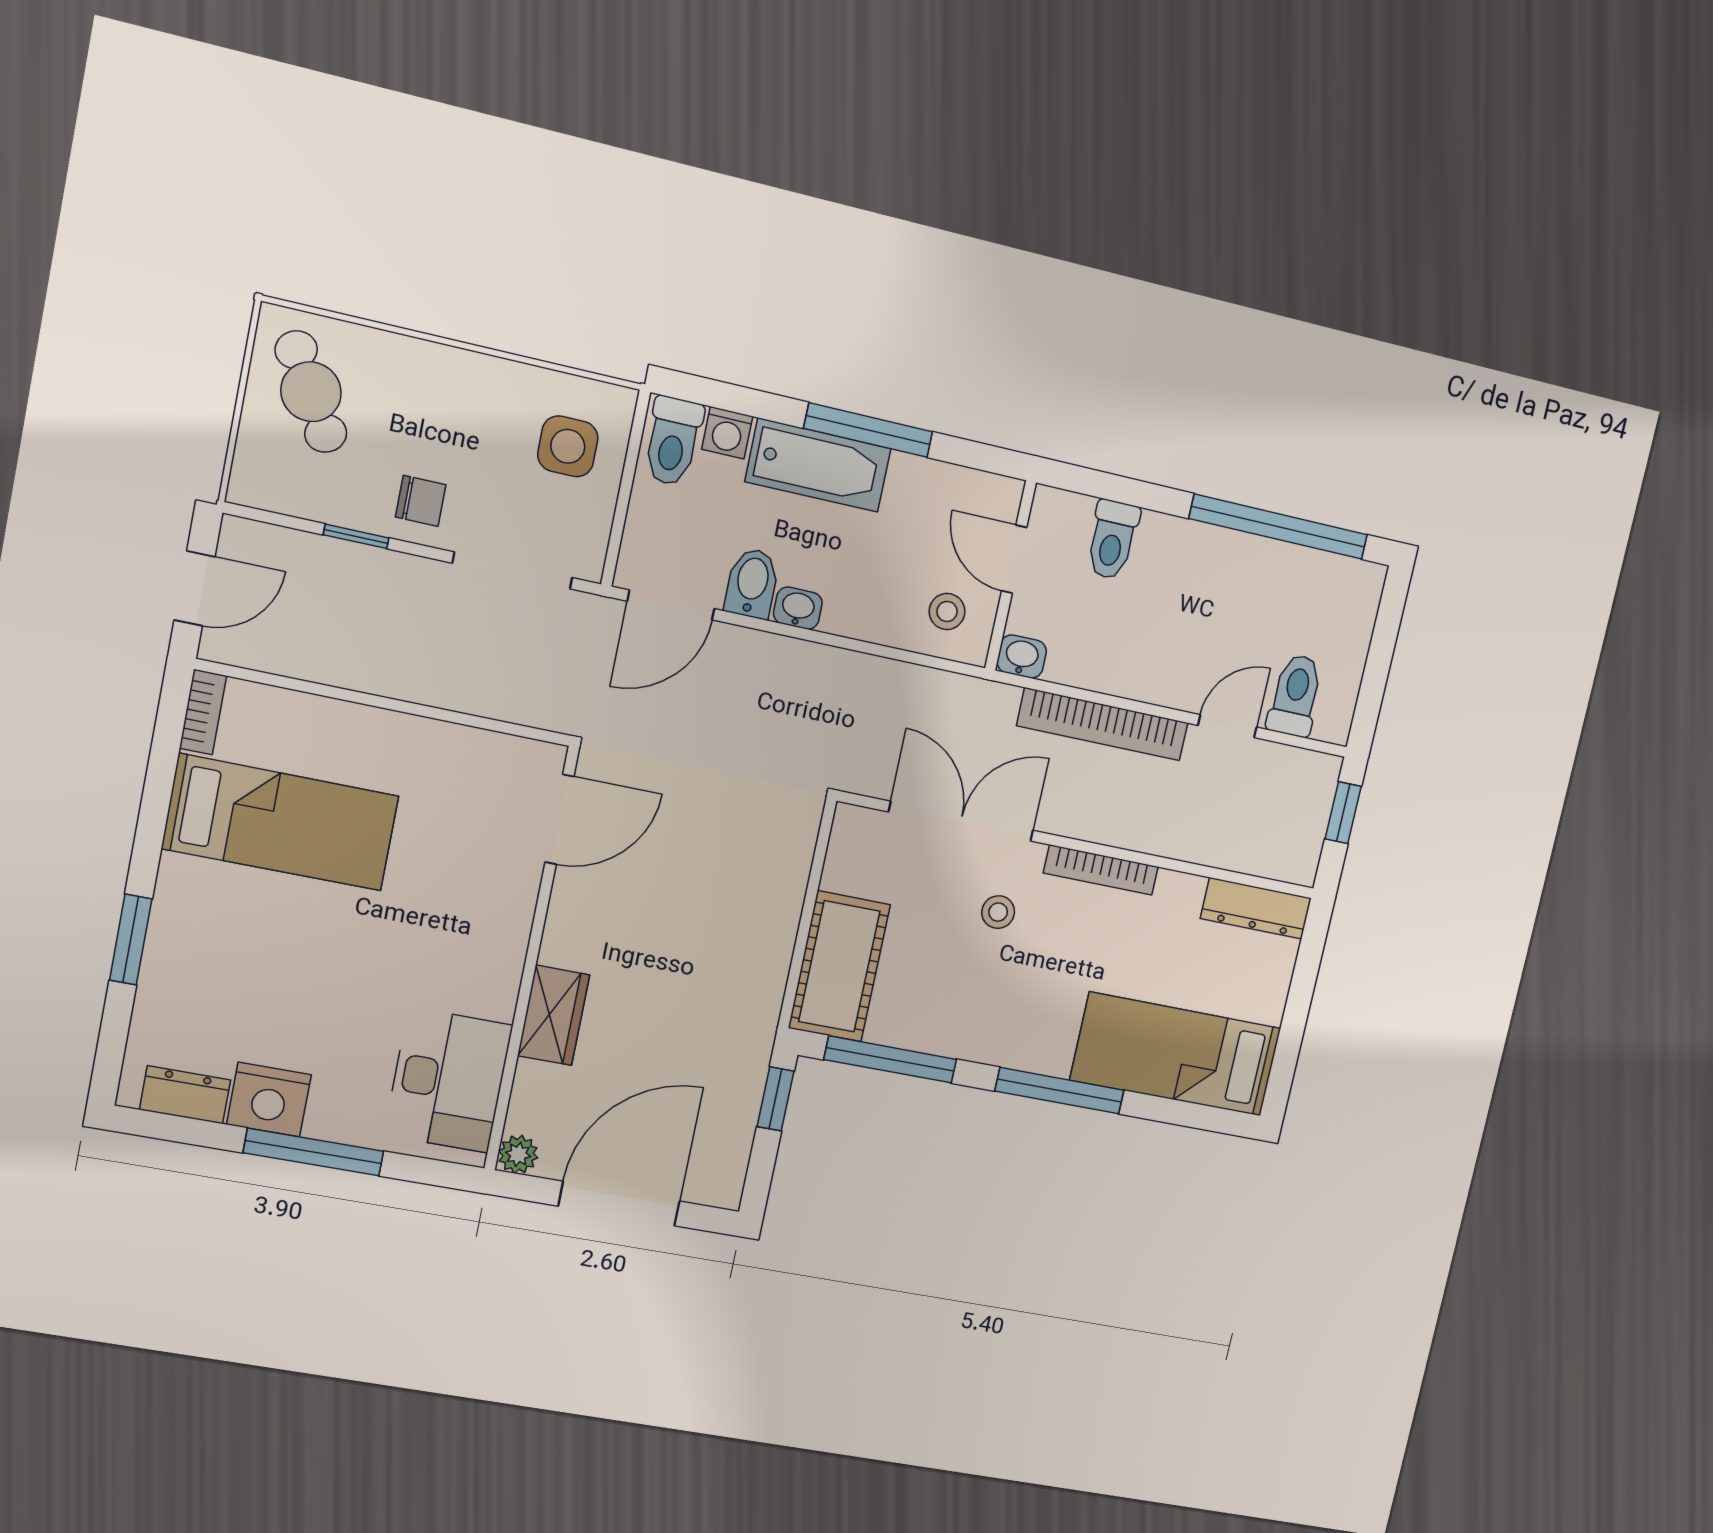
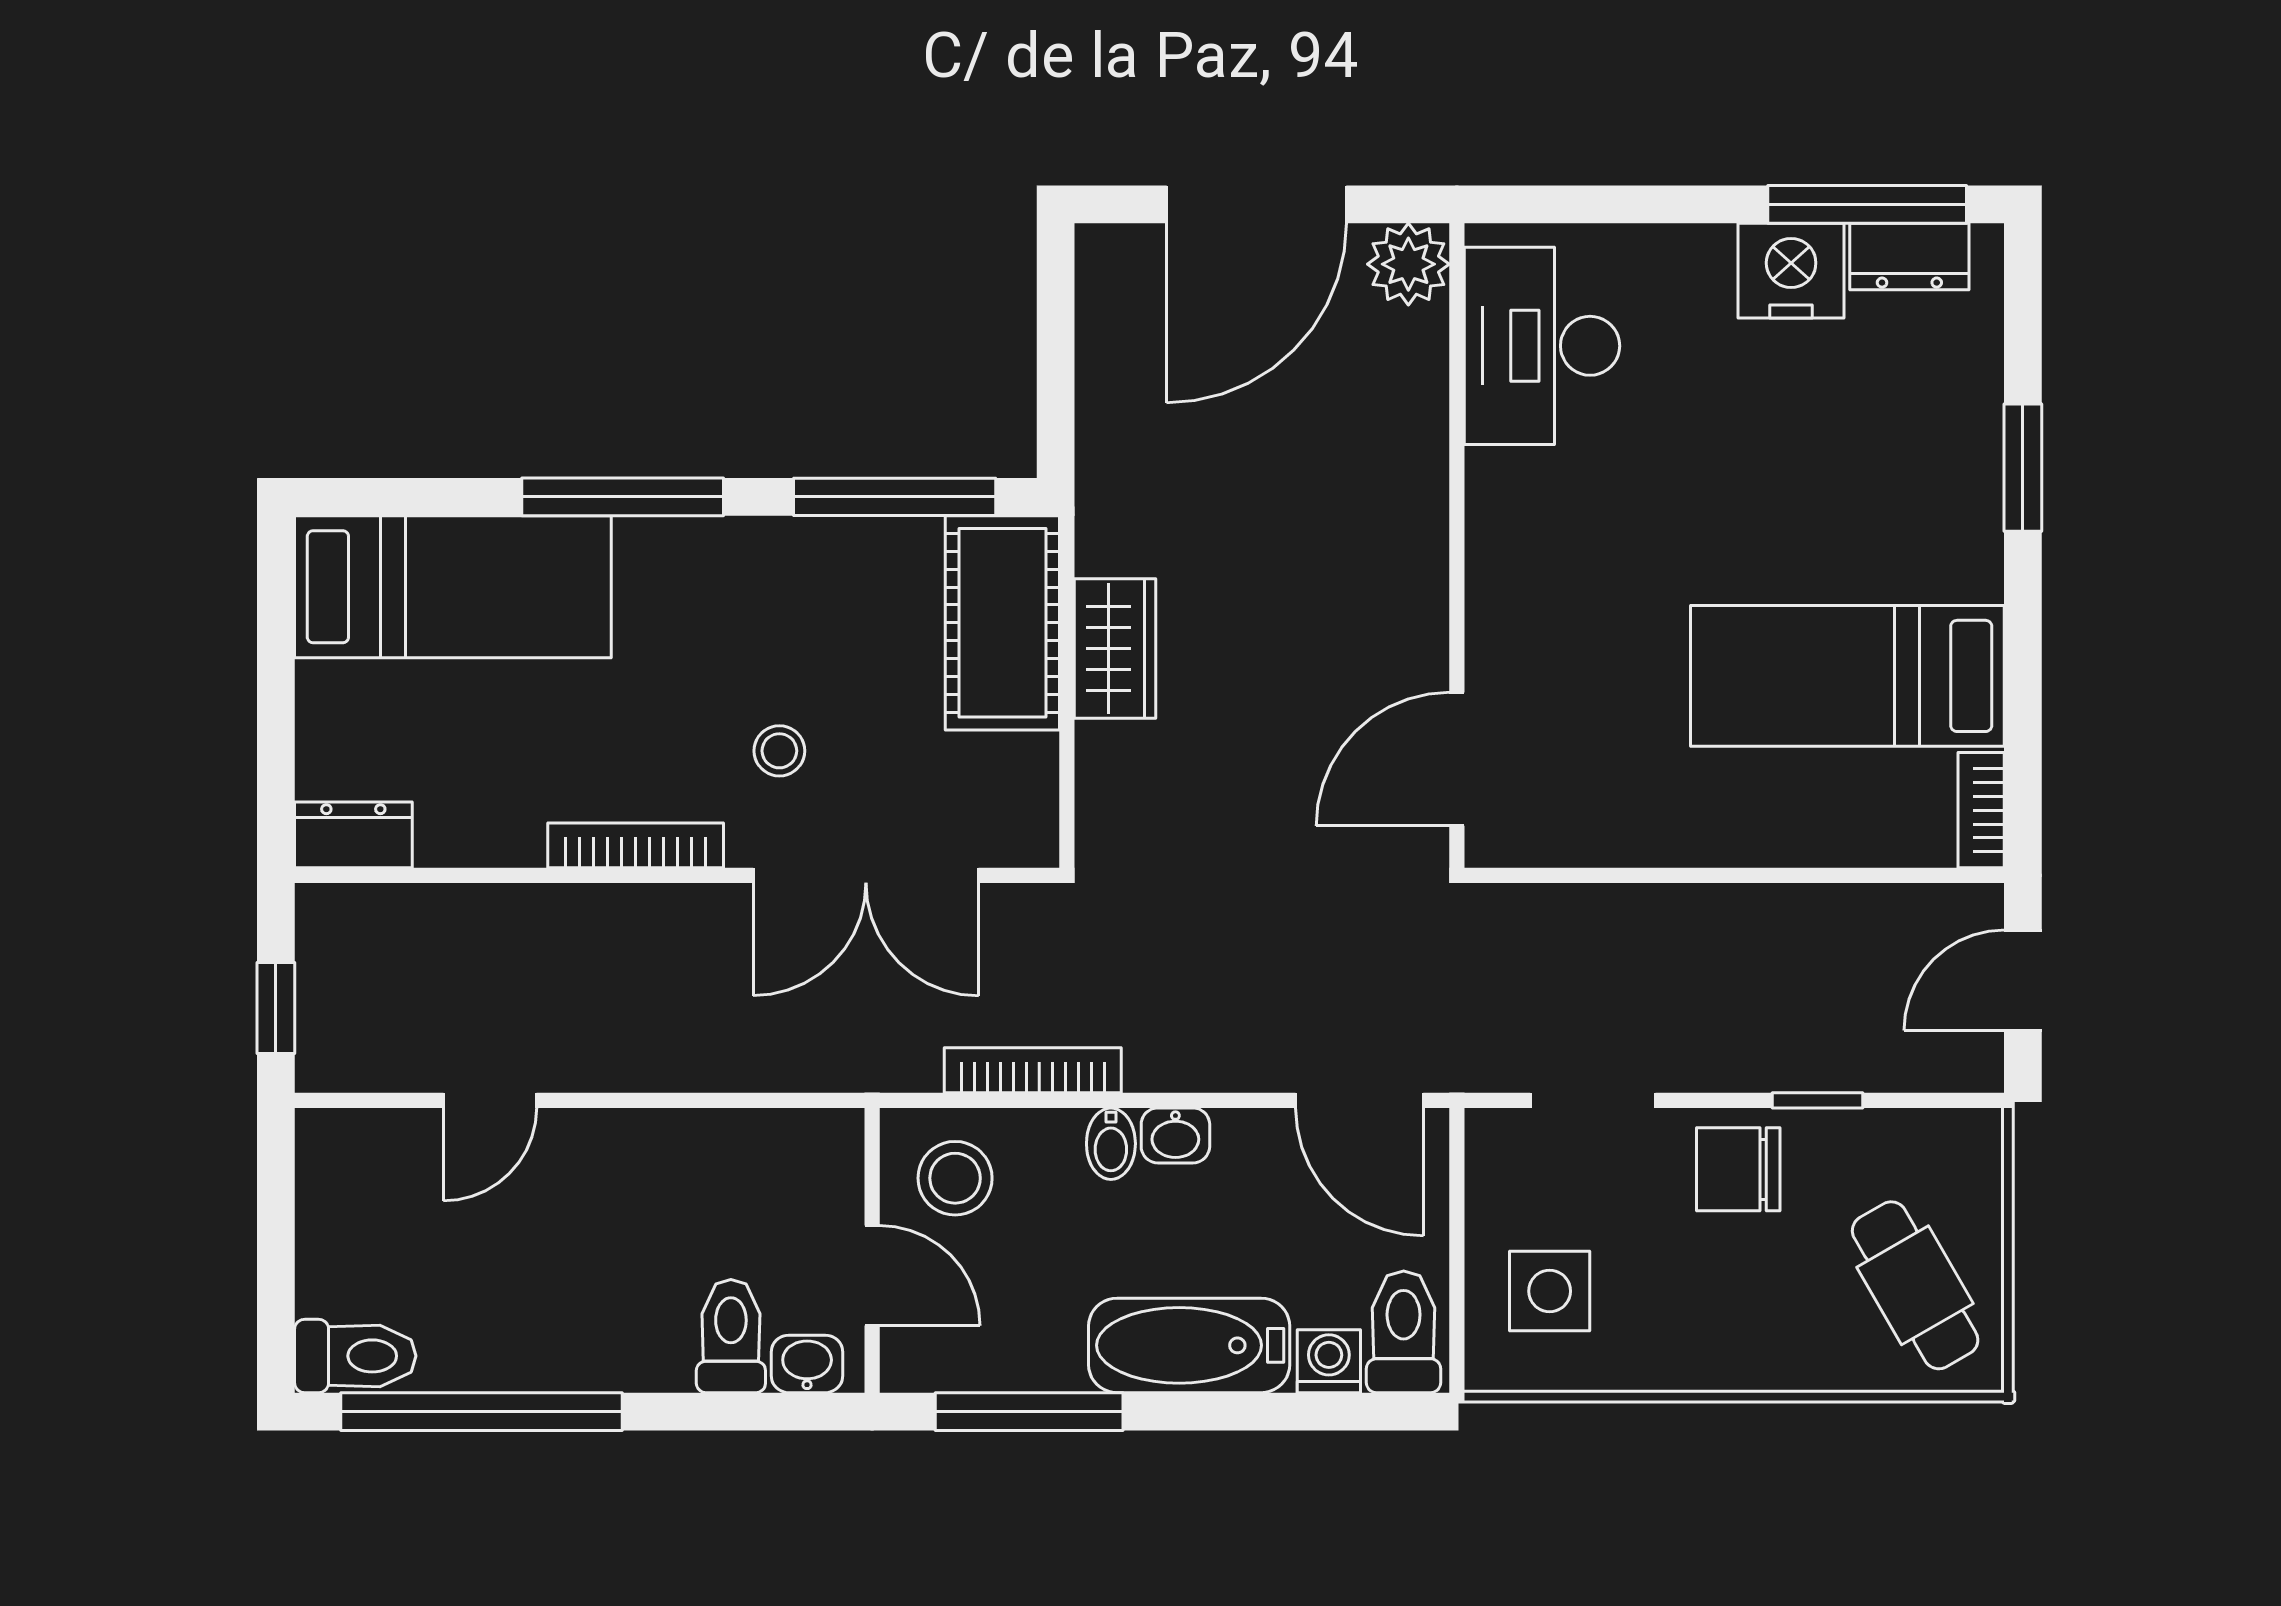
window: (868, 430) -> (1029, 1412), moved
chair: (421, 501) -> (1738, 1169), width x1.37, depth x1.37
doorway: (512, 570) -> (1593, 1100), width x0.73
bidet: (752, 583) -> (1111, 1144), moved, width x0.72, depth x0.74
door: (671, 605) -> (1359, 1100), swing flipped
stool: (947, 611) -> (955, 1178), width x1.37, depth x1.37
washbasin: (1022, 657) -> (807, 1364), moved, turned 180
toilet: (1295, 695) -> (355, 1356), moved, turned -90
bookcase: (1103, 724) -> (1033, 1070), moved, width x0.68, depth x0.76
dresser: (1256, 908) -> (353, 835), width x0.70
wardrobe: (554, 1015) -> (1115, 649), moved, turned 180
window: (775, 1099) -> (1056, 405), removed
window: (314, 1152) -> (1867, 204), moved
plant: (518, 1154) -> (1408, 264), width x1.38, depth x1.38

